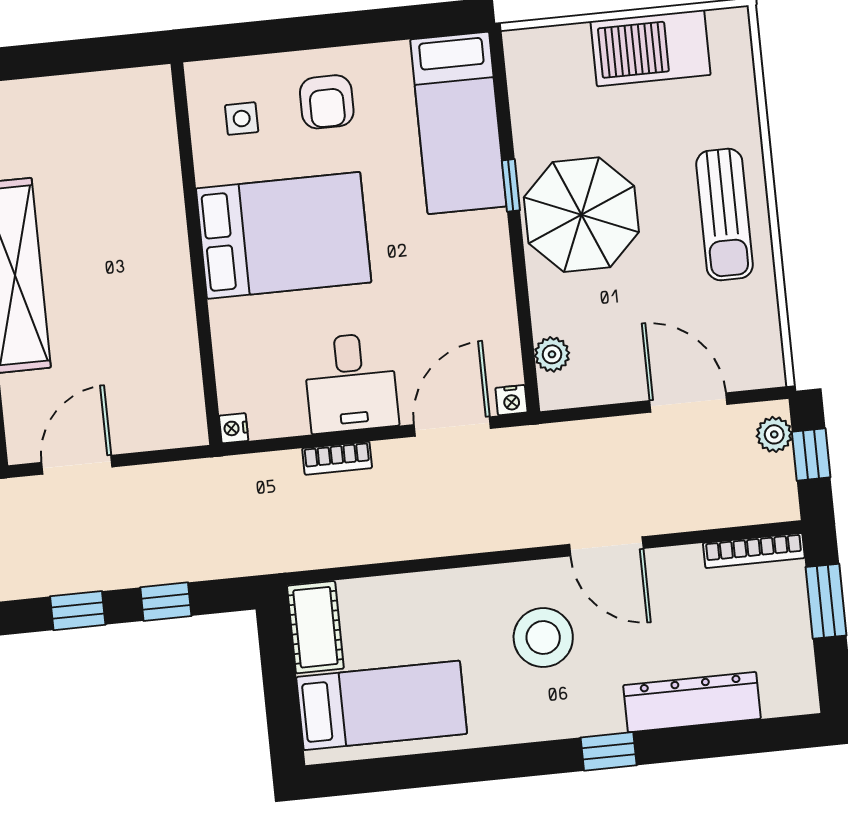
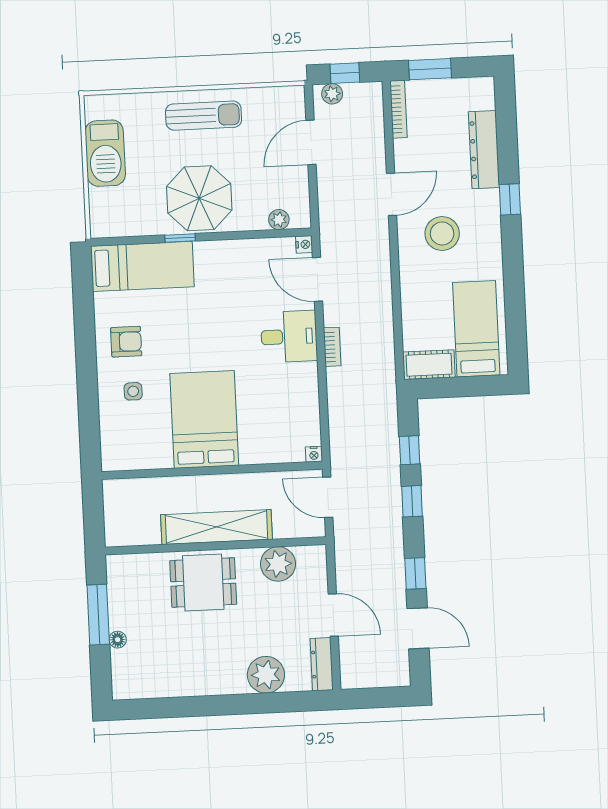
bed: (284, 235) -> (204, 419), moved
wall: (196, 254) -> (212, 470), moved
nightstand: (234, 428) -> (314, 454), moved

